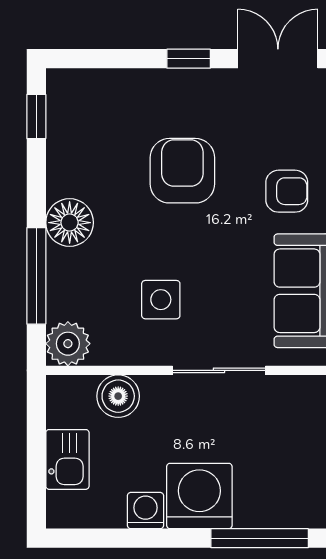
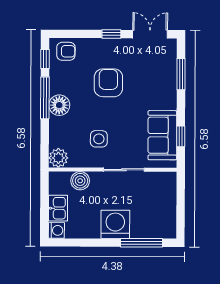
armchair: (287, 191) -> (66, 51), moved
window: (36, 276) -> (45, 98), moved
washing machine: (146, 511) -> (56, 230), moved, turned 90

